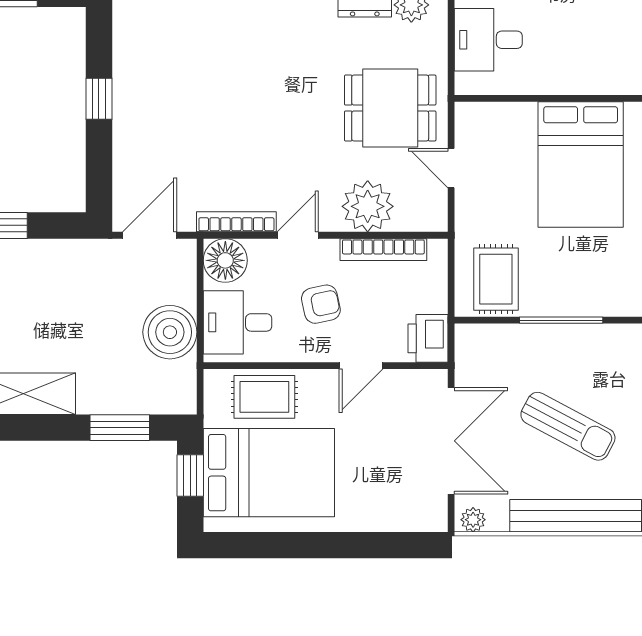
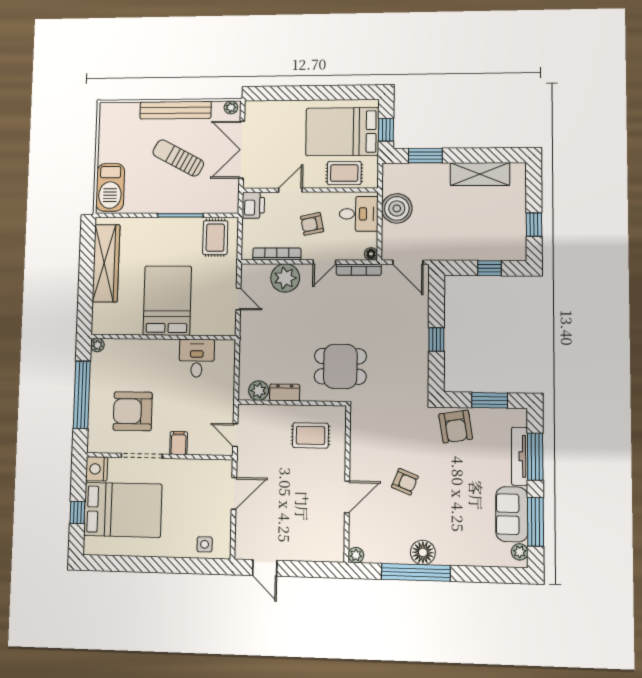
desk: (488, 40) -> (197, 358), moved, turned -90
dining table: (390, 108) -> (340, 366), moved
door: (150, 235) -> (408, 262), hinge flipped
floor lamp: (225, 260) -> (371, 254), width x0.53, depth x0.53

